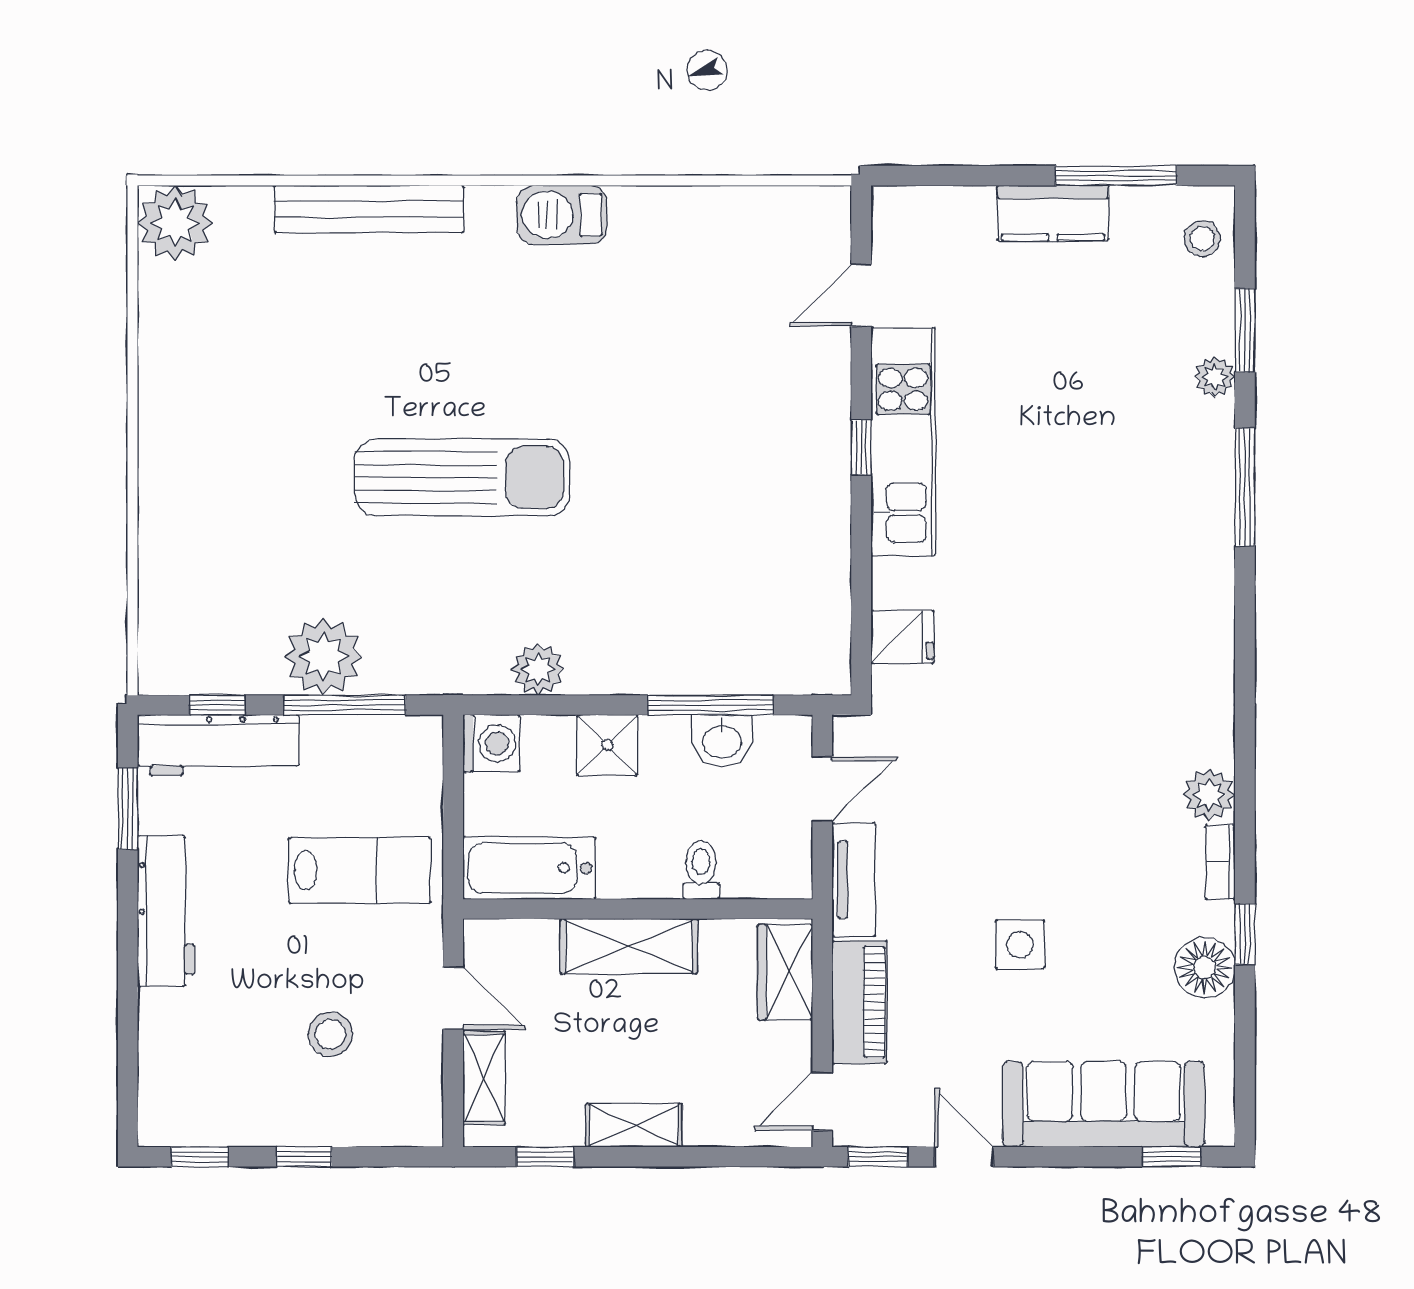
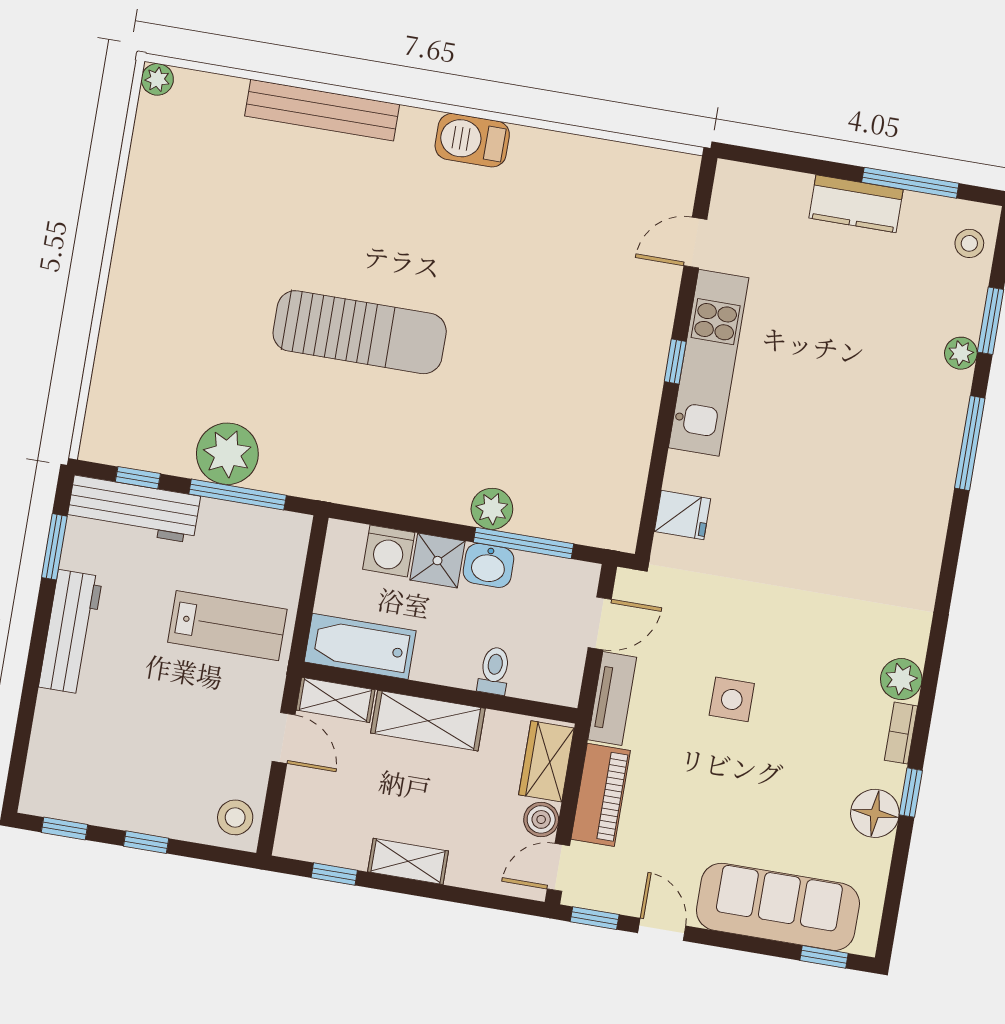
plant: (175, 223) -> (157, 79), width x0.53, depth x0.53
plant: (538, 669) -> (492, 509), moved
washbasin: (722, 740) -> (488, 565), moved
washing machine: (491, 743) -> (389, 551), moved, turned 90
side table: (1020, 945) -> (732, 699), moved
stool: (330, 1034) -> (235, 817), moved
boiler: (791, 1045) -> (541, 819), added
shelving: (484, 1078) -> (335, 700), moved, turned 90

